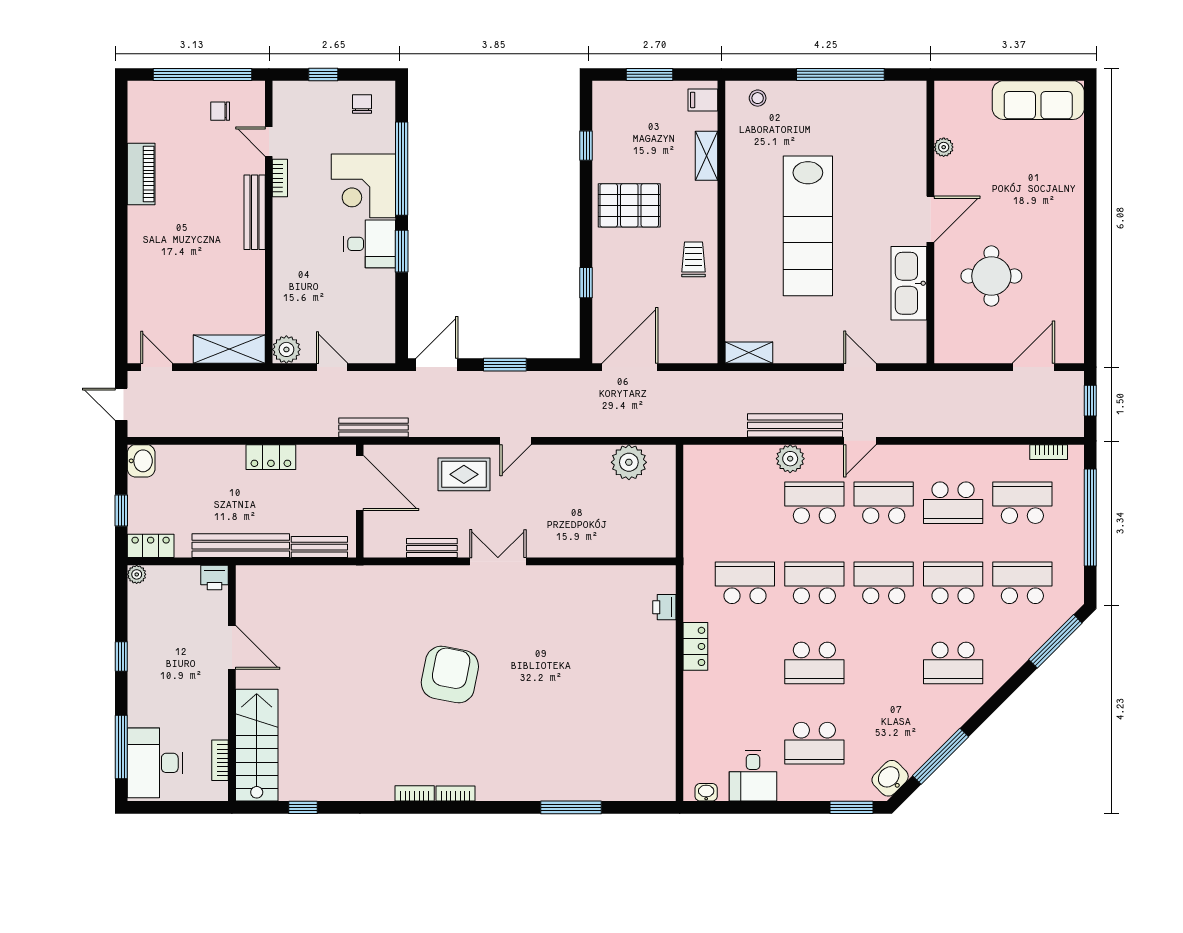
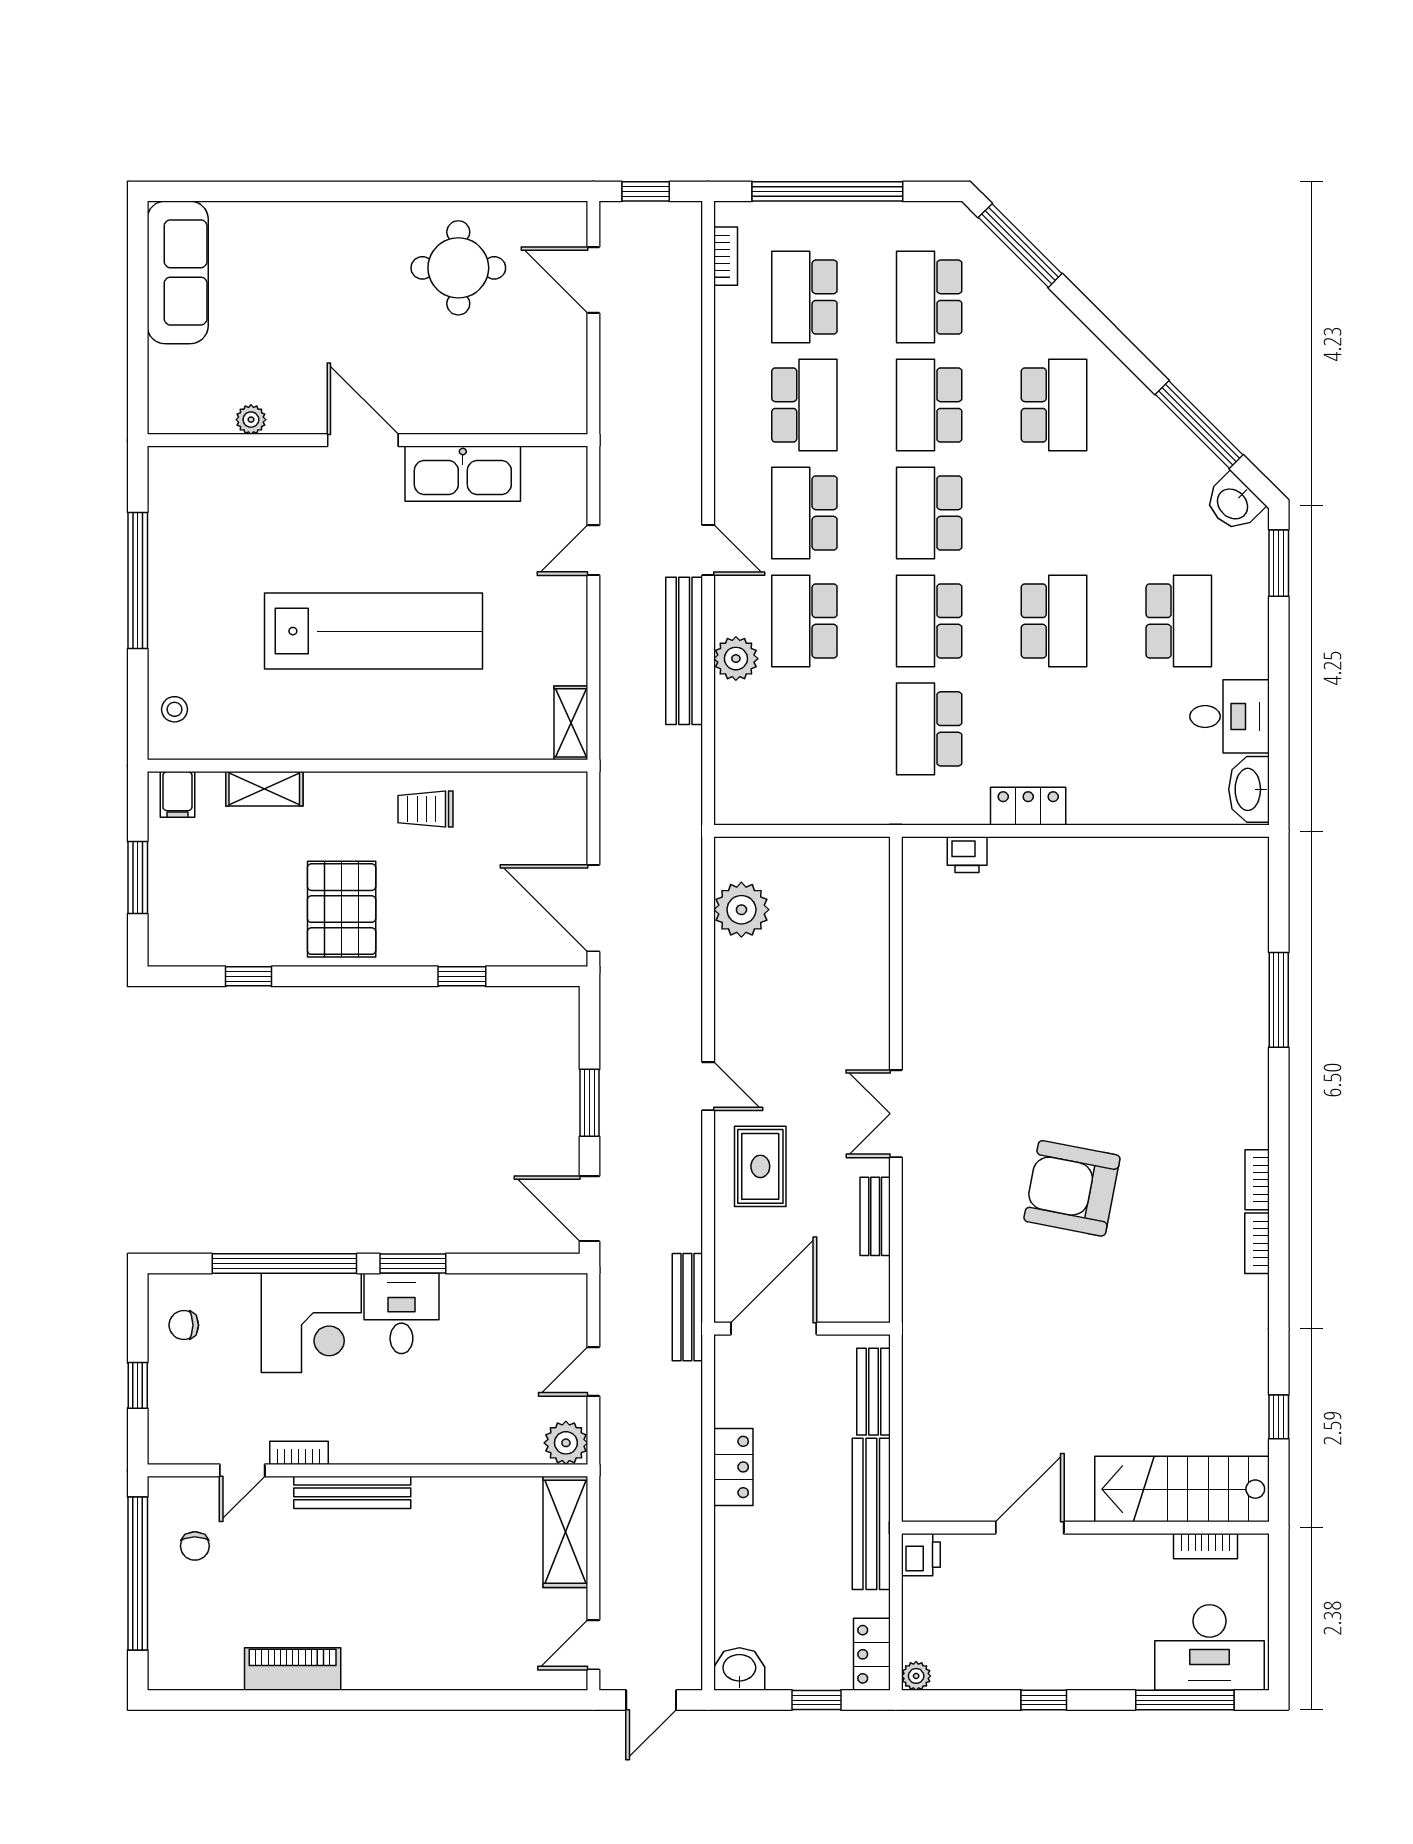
round table: (991, 276) -> (458, 268), moved
washbasin: (706, 792) -> (1249, 789), width x1.91, depth x1.45

